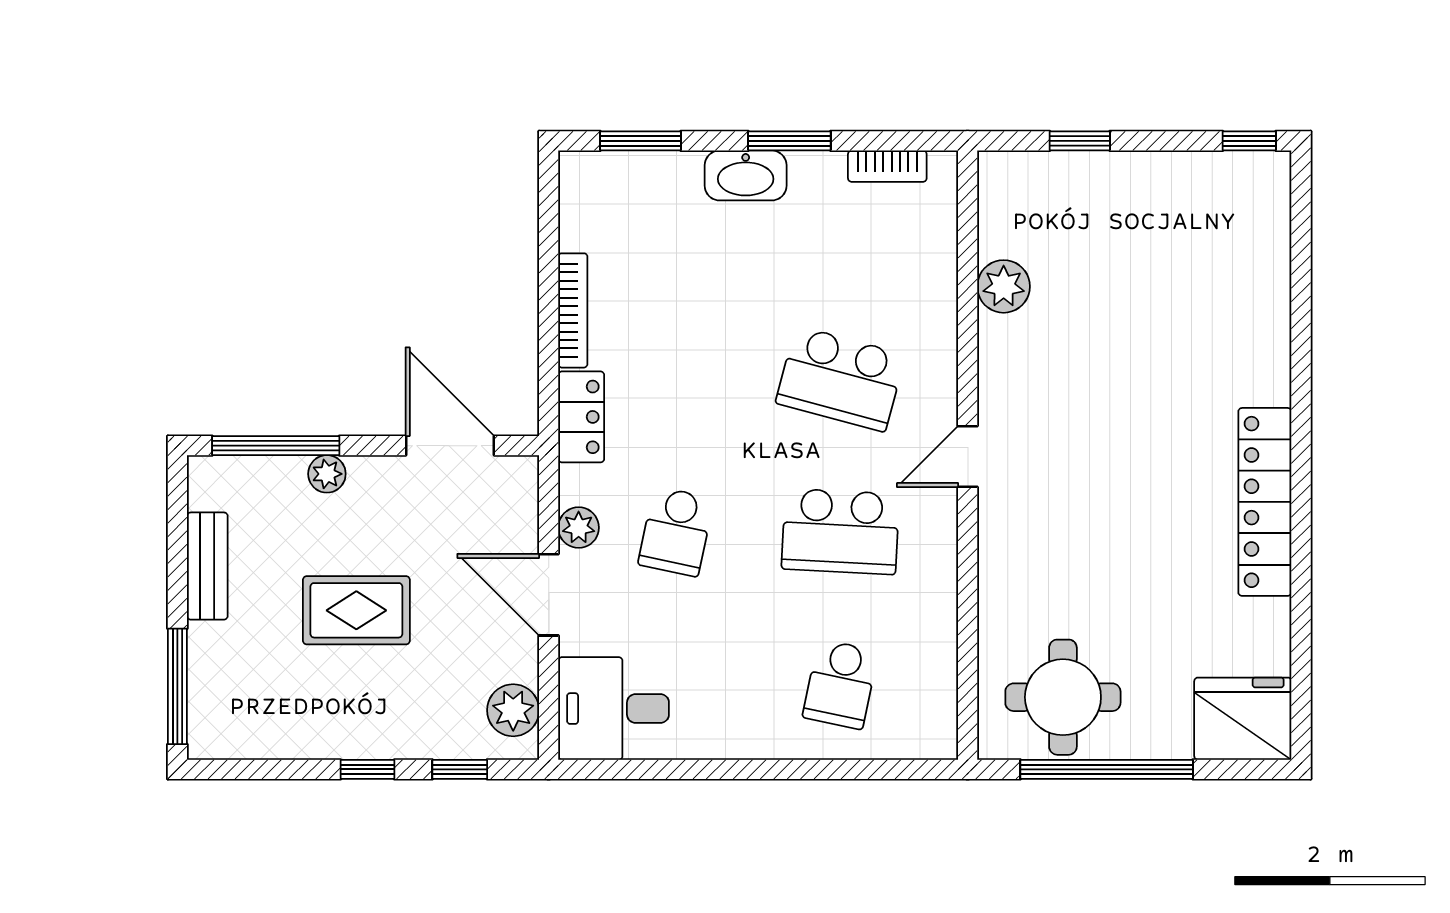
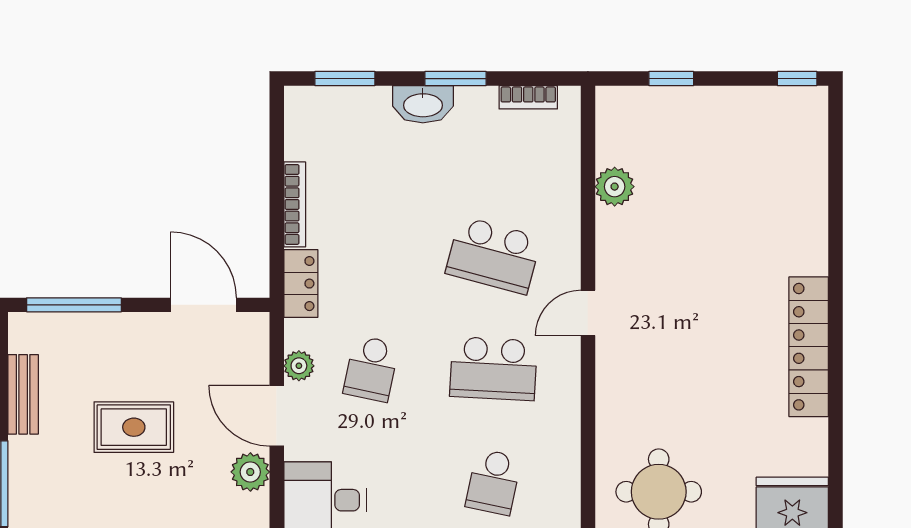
plant: (327, 474) -> (112, 326), removed
plant: (513, 710) -> (250, 472), moved

